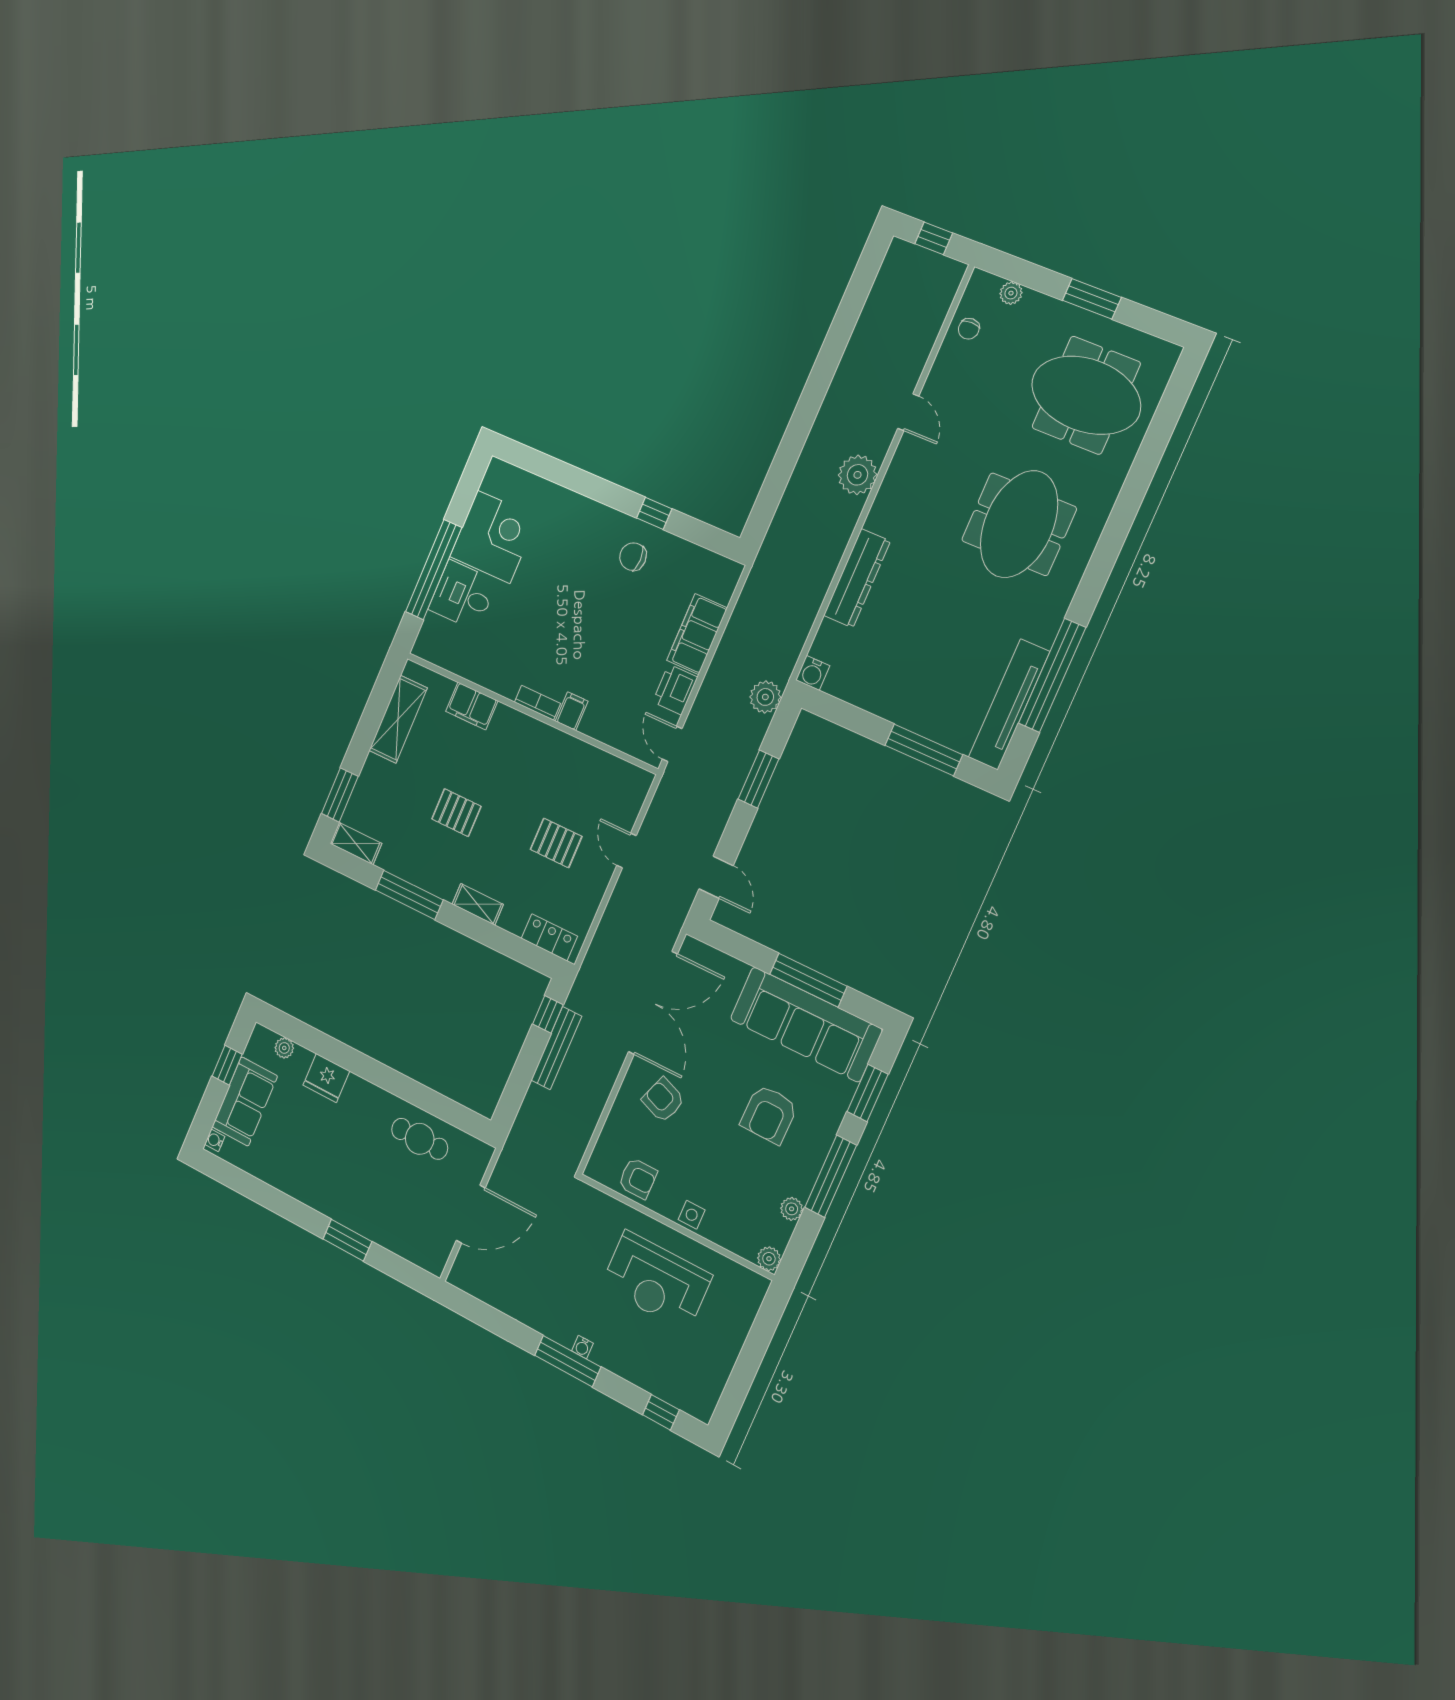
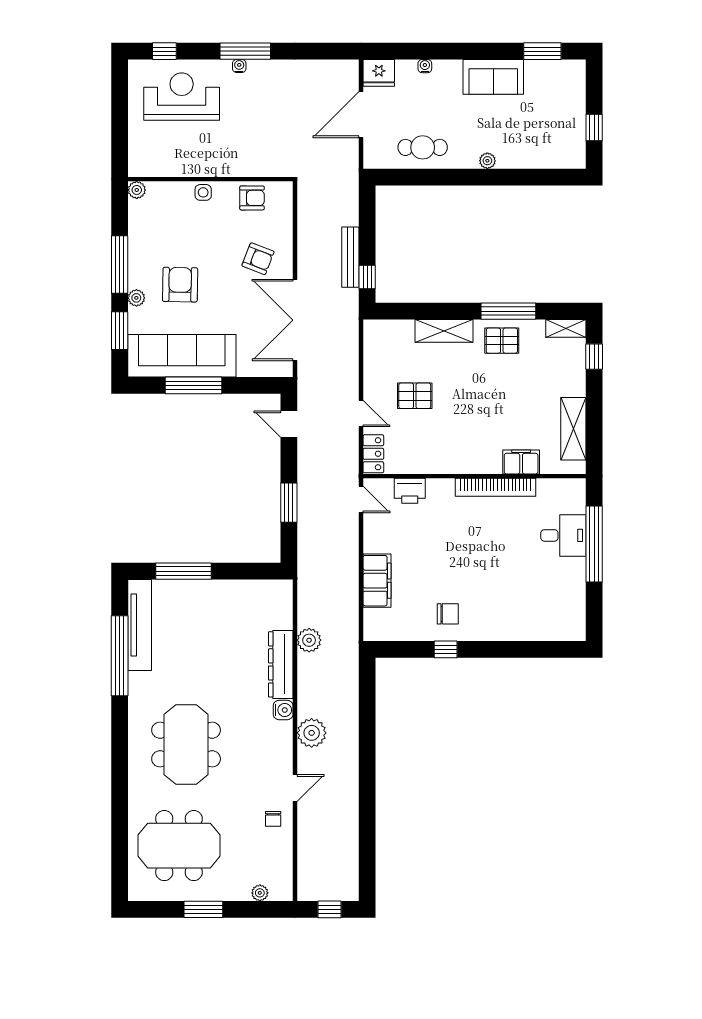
chair: (969, 329) -> (273, 819), moved, turned 180
door: (908, 412) -> (295, 788), swing flipped
corner desk: (494, 537) -> (559, 585), removed
water cooler: (813, 673) -> (283, 710), moved, turned 90
printer: (675, 690) -> (410, 491), moved, turned 90
plant: (765, 697) -> (309, 640), moved
bookcase: (537, 703) -> (496, 487), width x2.31, depth x1.31
filing cabinet: (572, 711) -> (445, 490), removed
window: (340, 795) -> (594, 357), width x0.67
pallet: (456, 813) -> (502, 341), moved
shelving: (478, 904) -> (444, 331), width x1.50, depth x1.33
locker: (549, 937) -> (373, 454), moved, turned -90
plant: (284, 1048) -> (487, 161), moved
fridge: (326, 1078) -> (379, 73), moved, turned 180
sofa: (245, 1101) -> (493, 77), moved, turned -90
water cooler: (215, 1140) -> (425, 66), moved, turned -90
armchair: (638, 1178) -> (252, 198), turned 180
plant: (792, 1209) -> (136, 298), moved
window: (347, 1240) -> (542, 51), moved
reception desk: (656, 1281) -> (182, 97), moved

